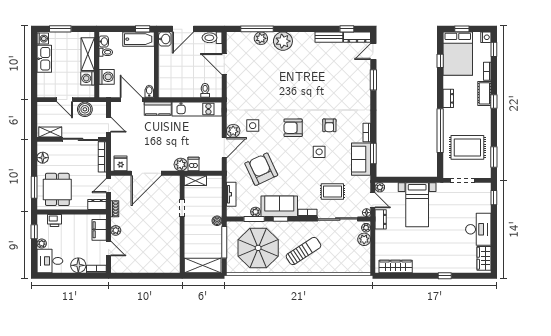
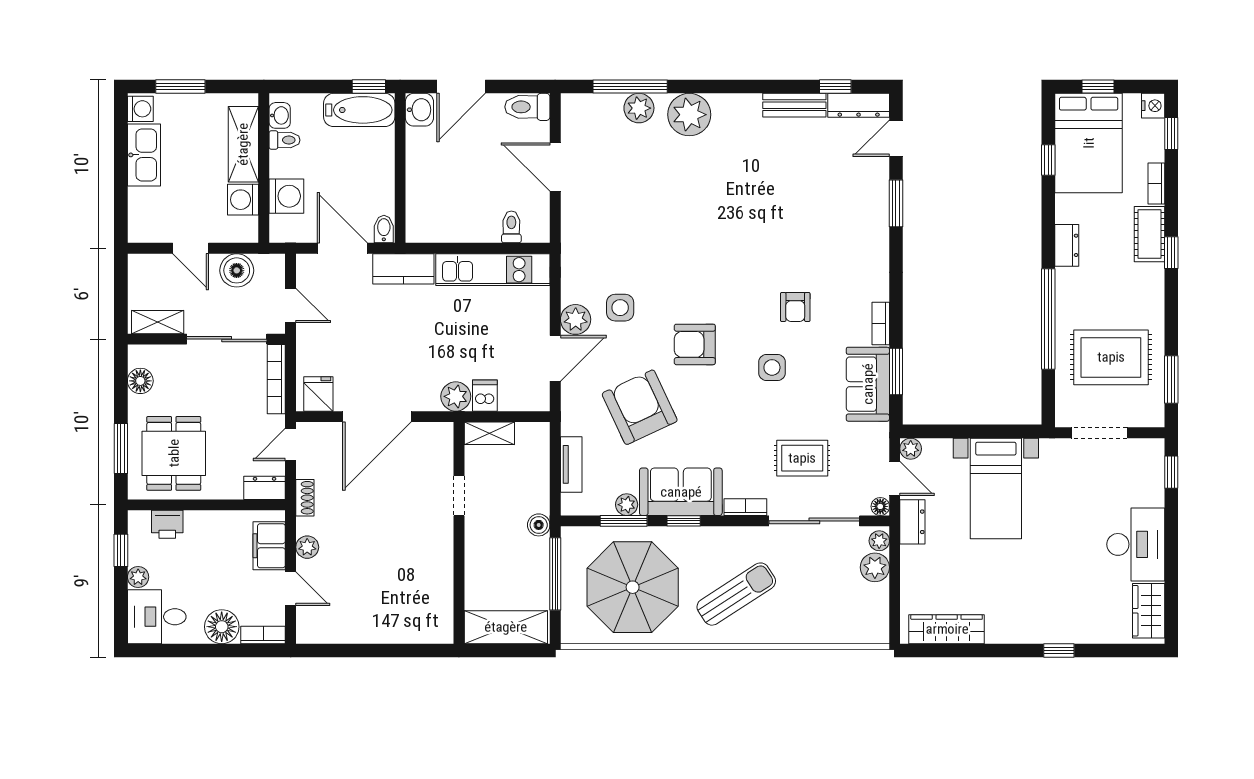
armchair: (293, 128) -> (695, 344), moved

